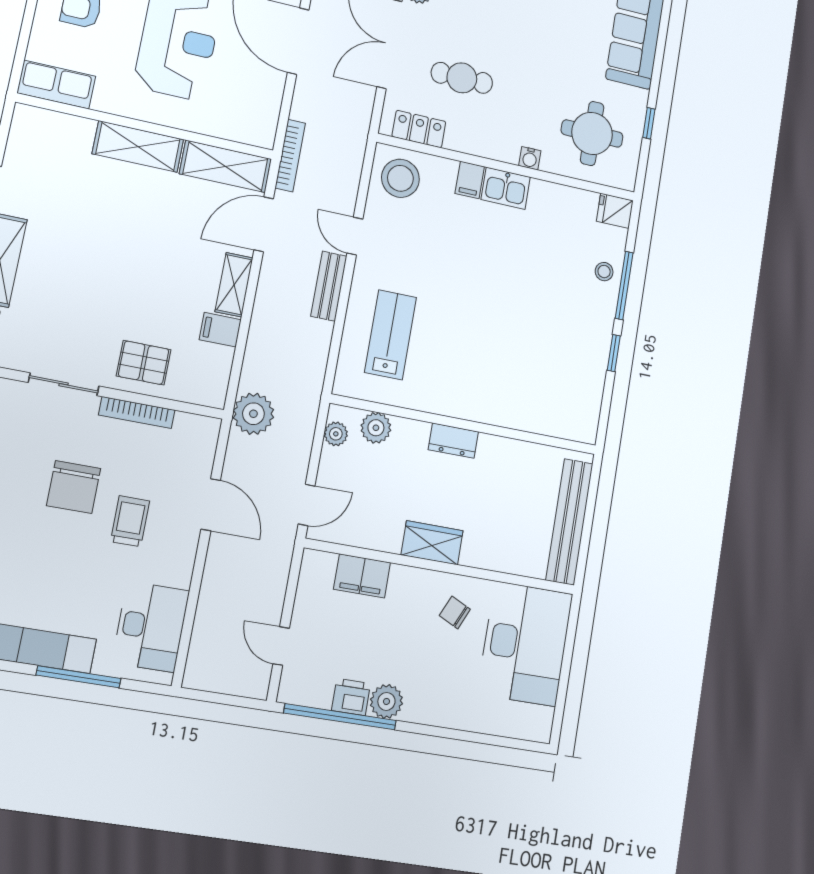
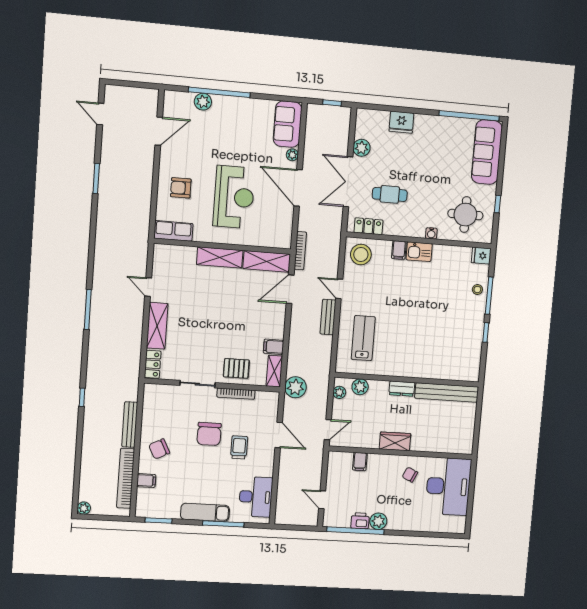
shelving: (234, 285) -> (274, 371), moved
bench: (569, 522) -> (447, 392), moved, turned 90
filing cabinet: (362, 576) -> (360, 462), width x0.50

